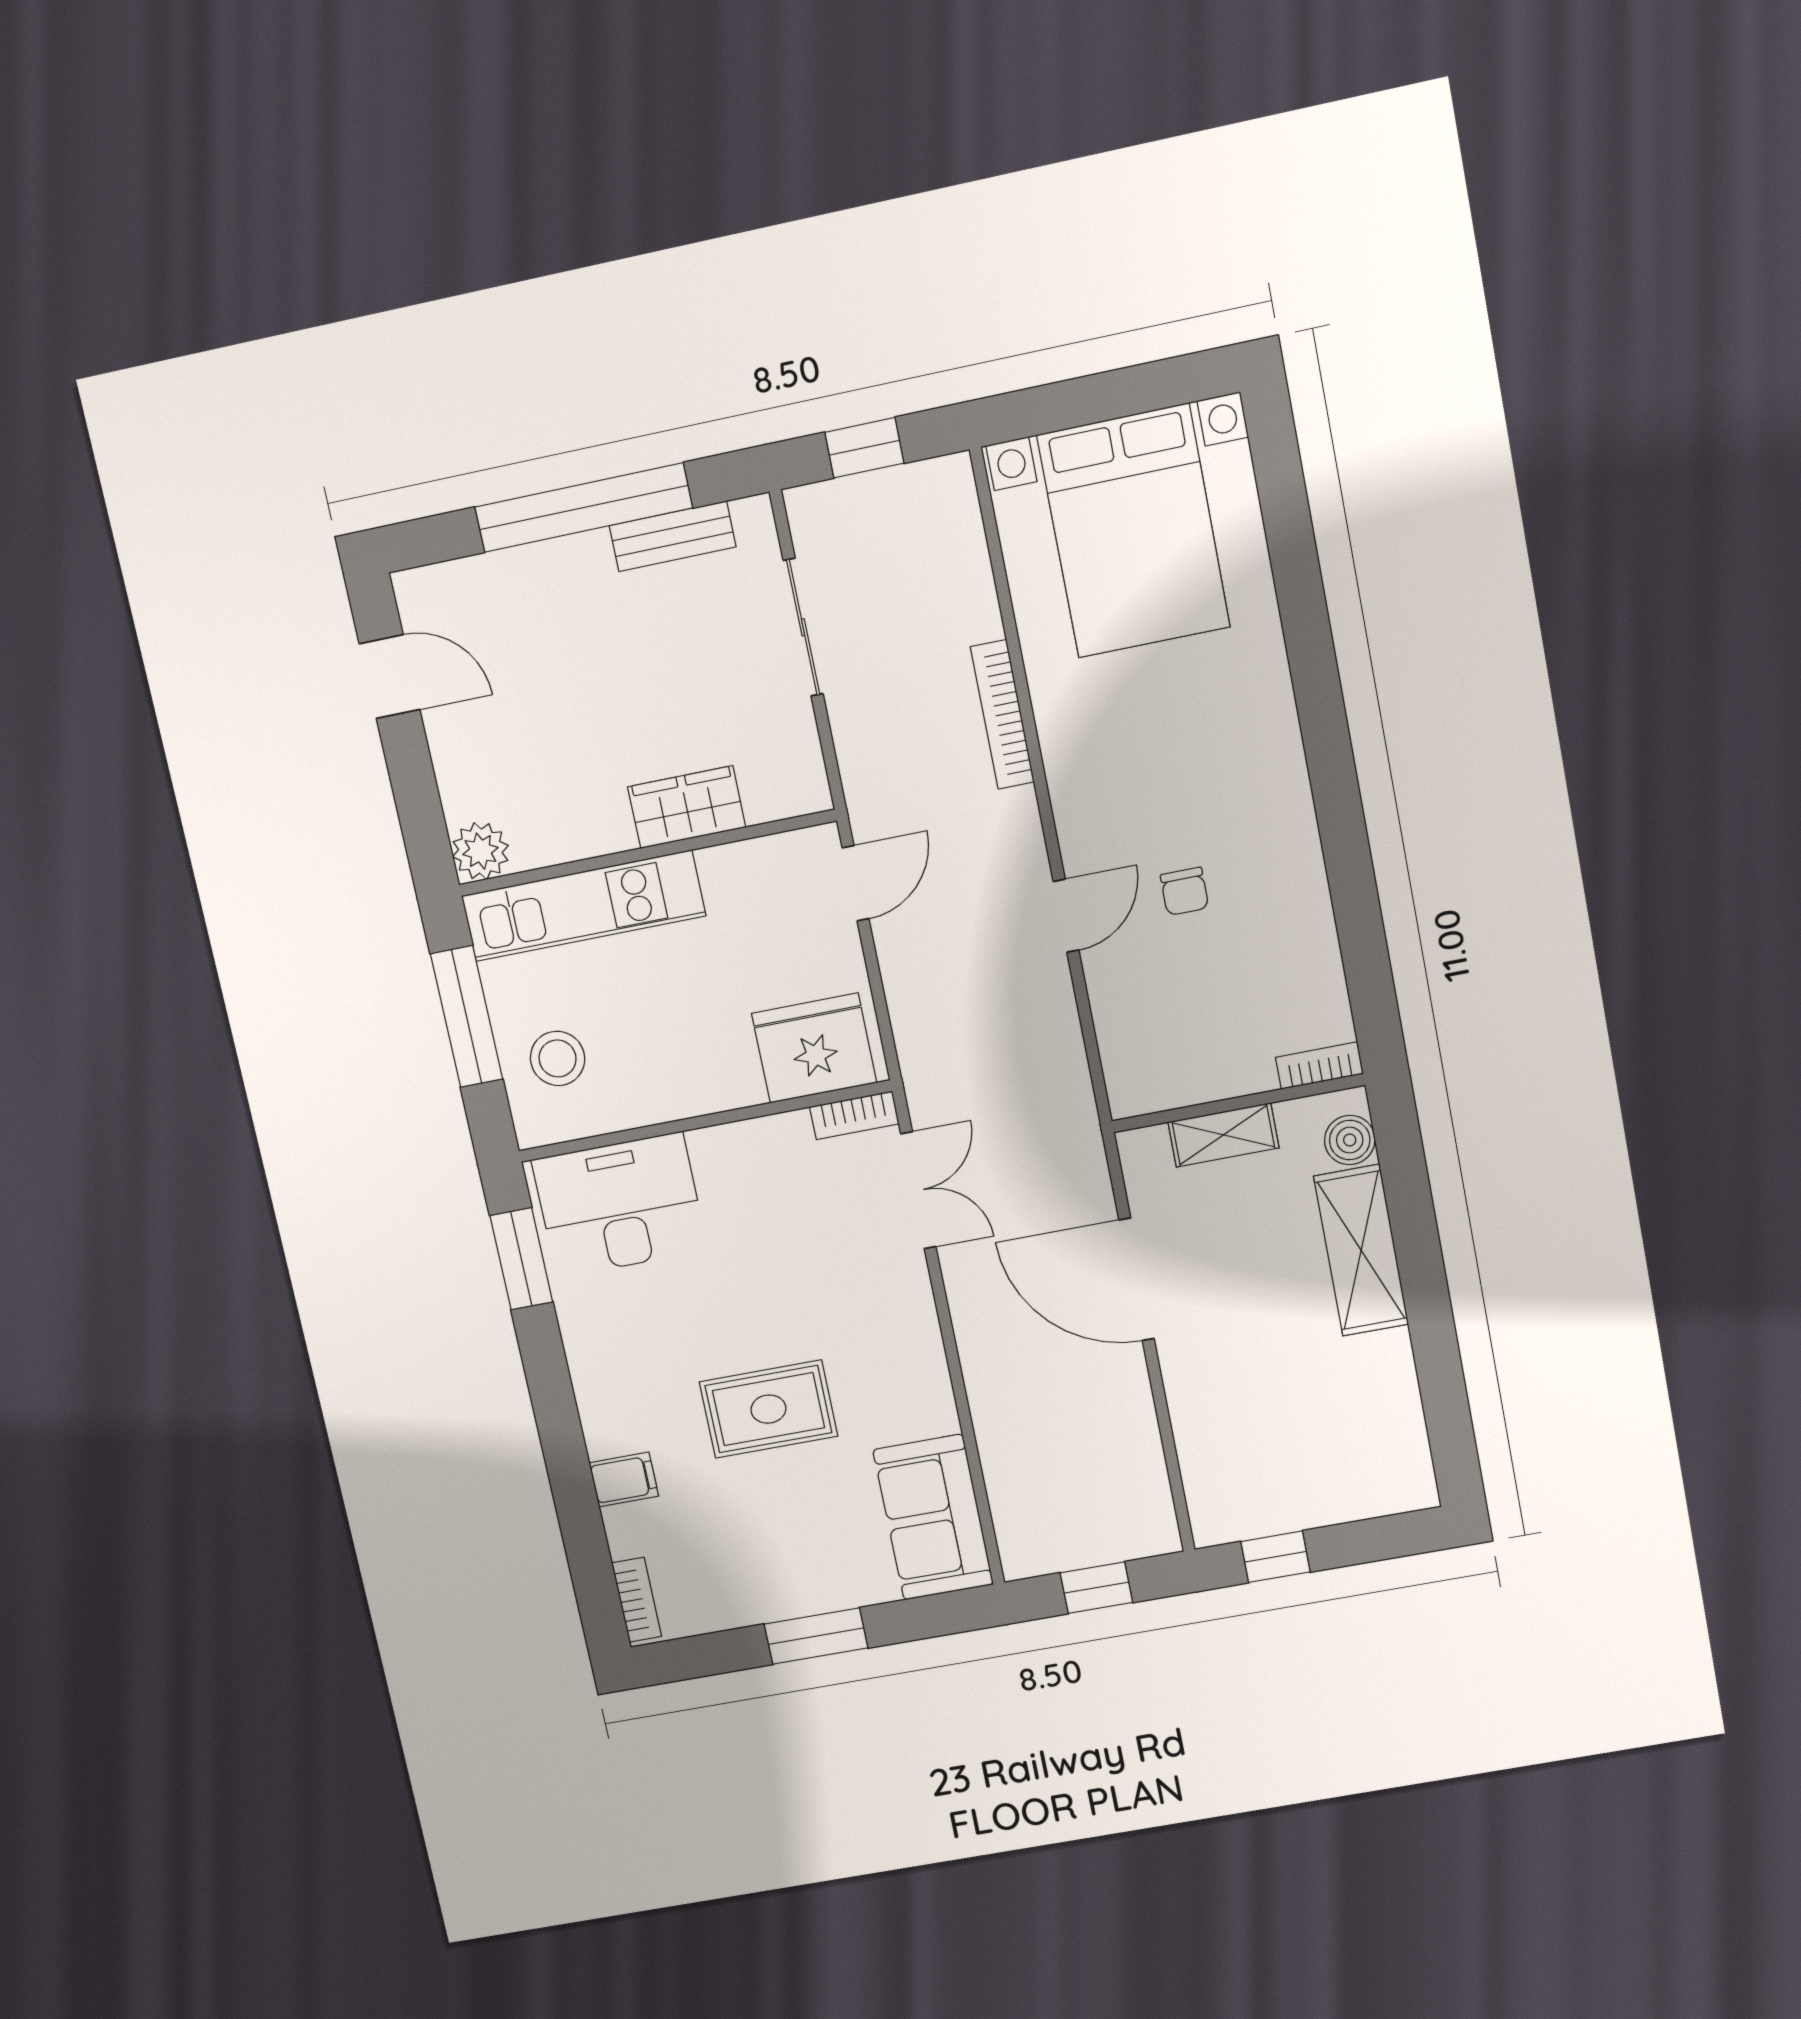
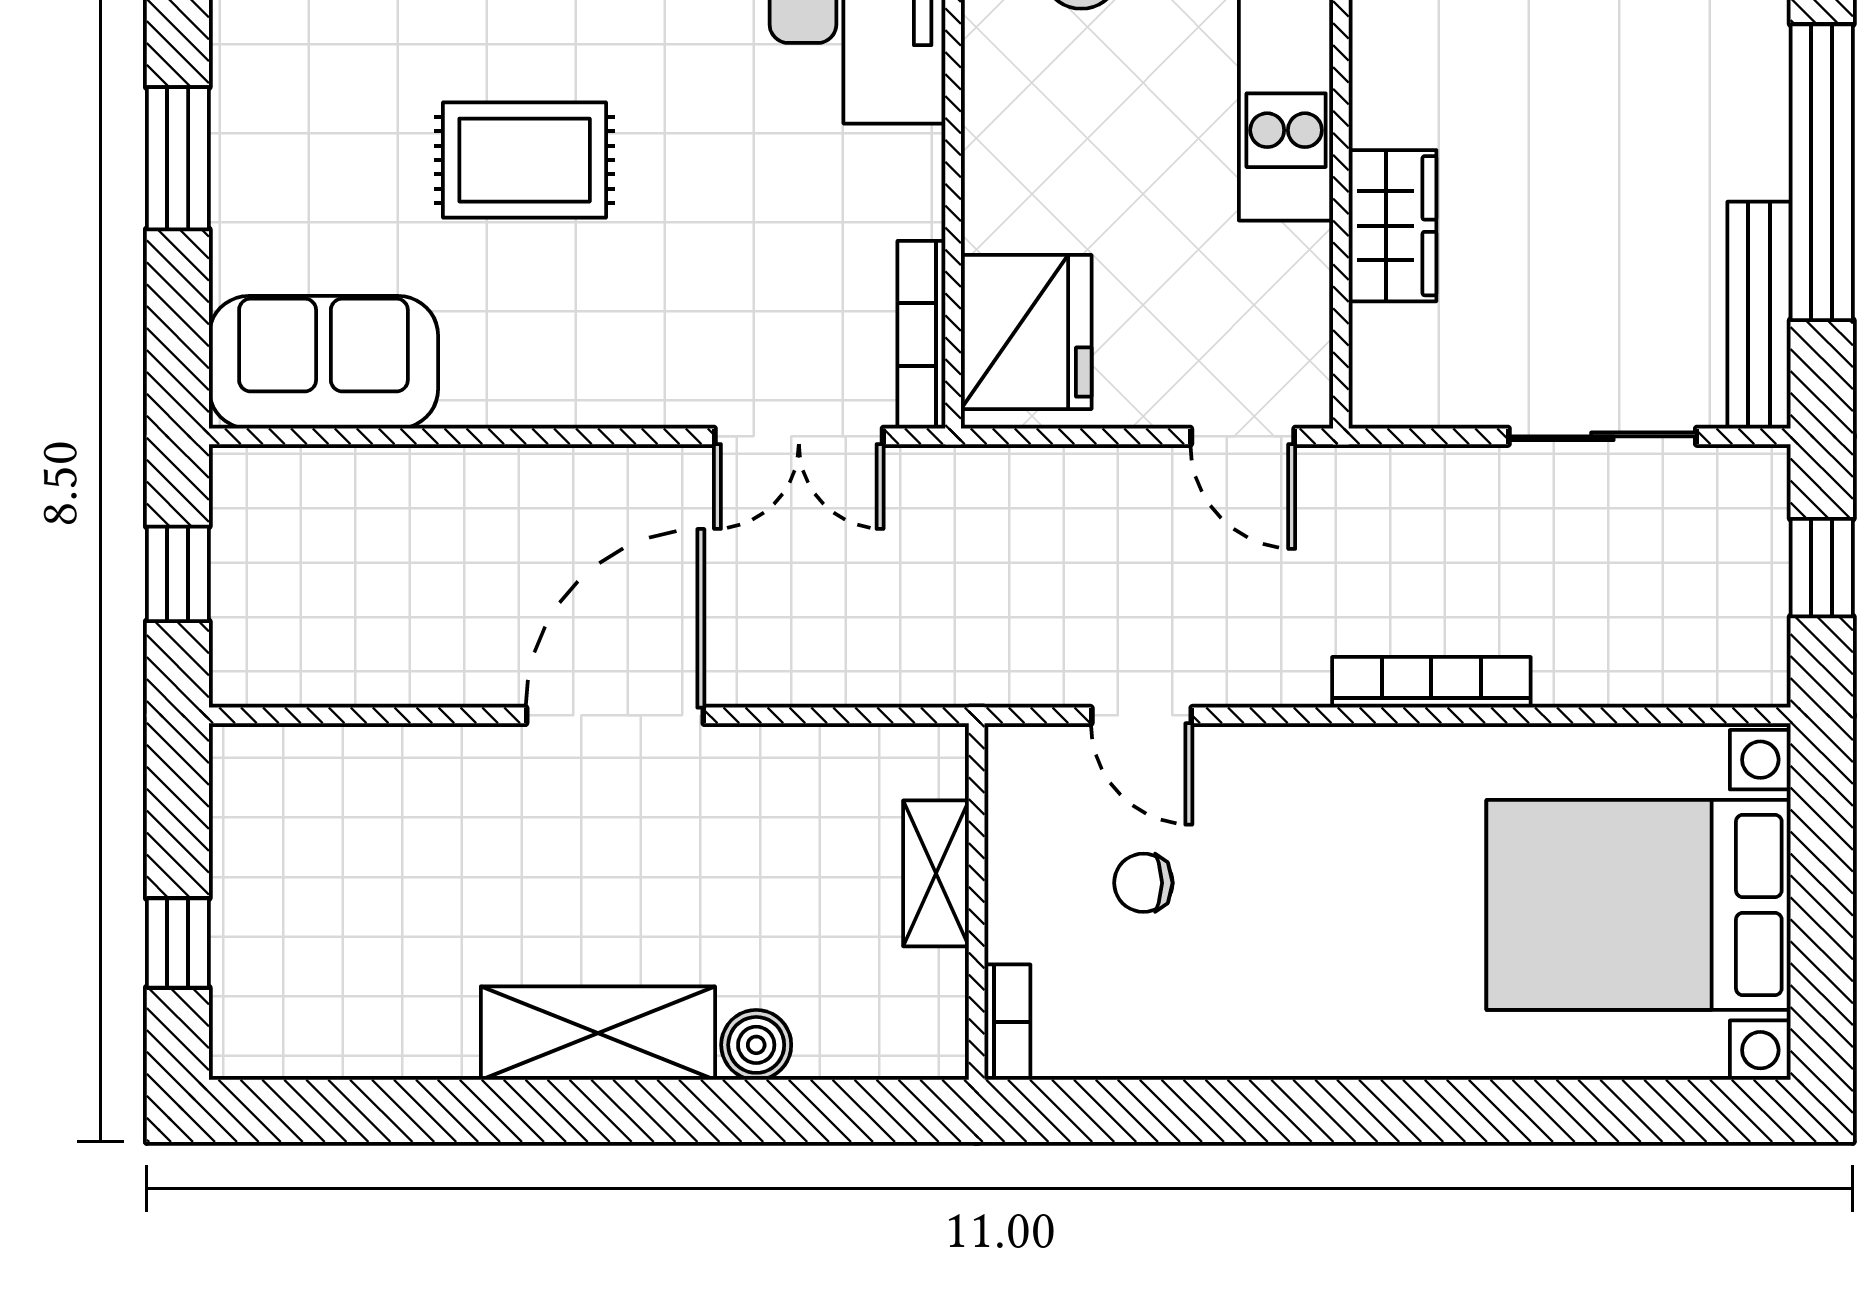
bench: (673, 536) -> (1759, 315), width x1.36
bookcase: (1319, 1066) -> (1007, 1022), moved
wall: (1238, 1103) -> (977, 902), moved
bookcase: (854, 1115) -> (921, 335), width x1.56
shelving: (1223, 1135) -> (936, 873), moved
rug: (768, 1409) -> (525, 160), turned 90
window: (1275, 1557) -> (178, 943), moved

